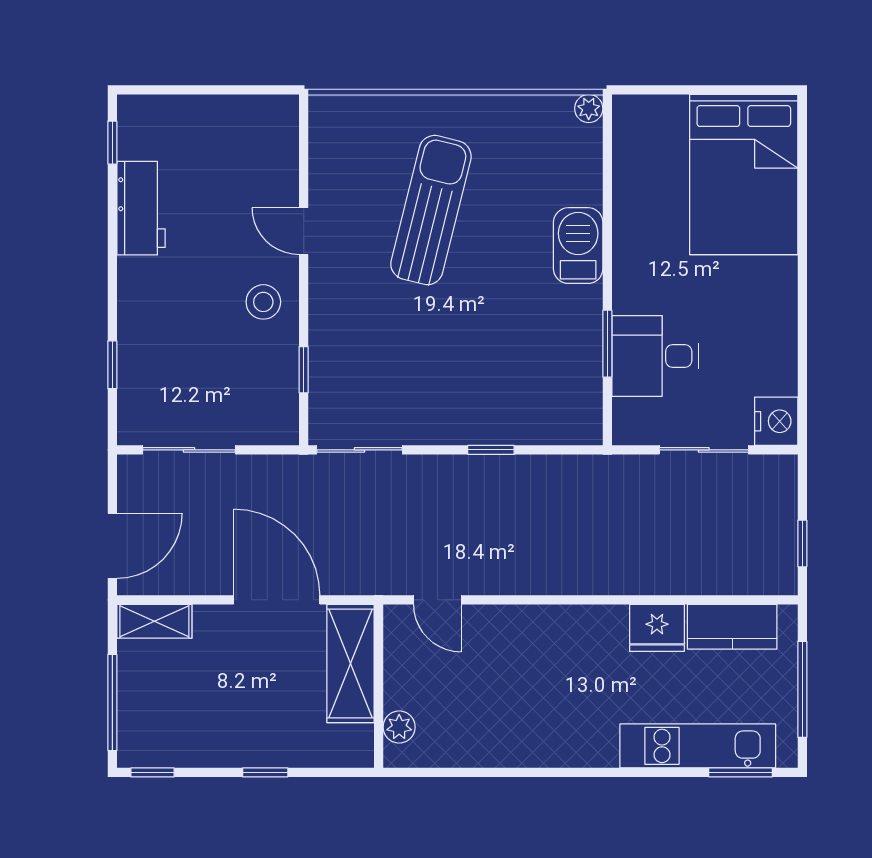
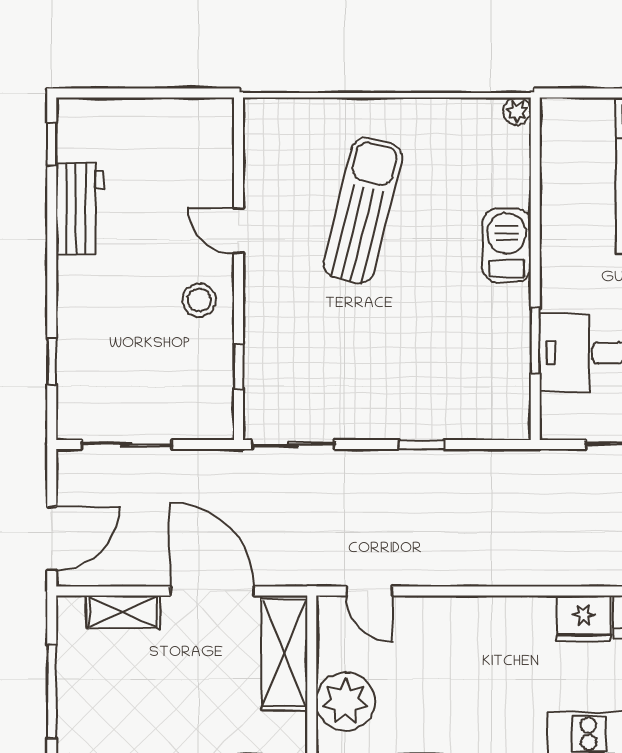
shelving: (154, 621) -> (123, 612), moved
plant: (399, 727) -> (346, 702), width x1.88, depth x1.88

